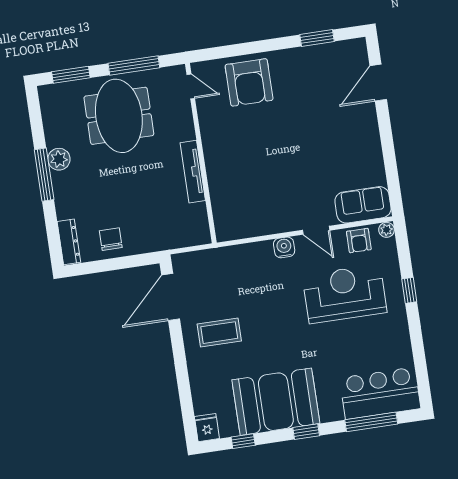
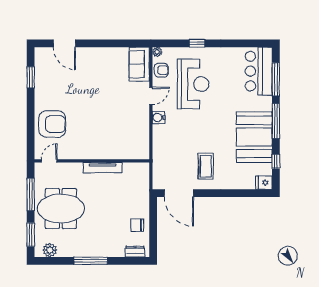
plant: (59, 159) -> (50, 250), moved
dresser: (69, 242) -> (135, 252), width x0.70
reception desk: (345, 294) -> (193, 84), turned 180
window: (306, 432) -> (276, 121), width x2.17

